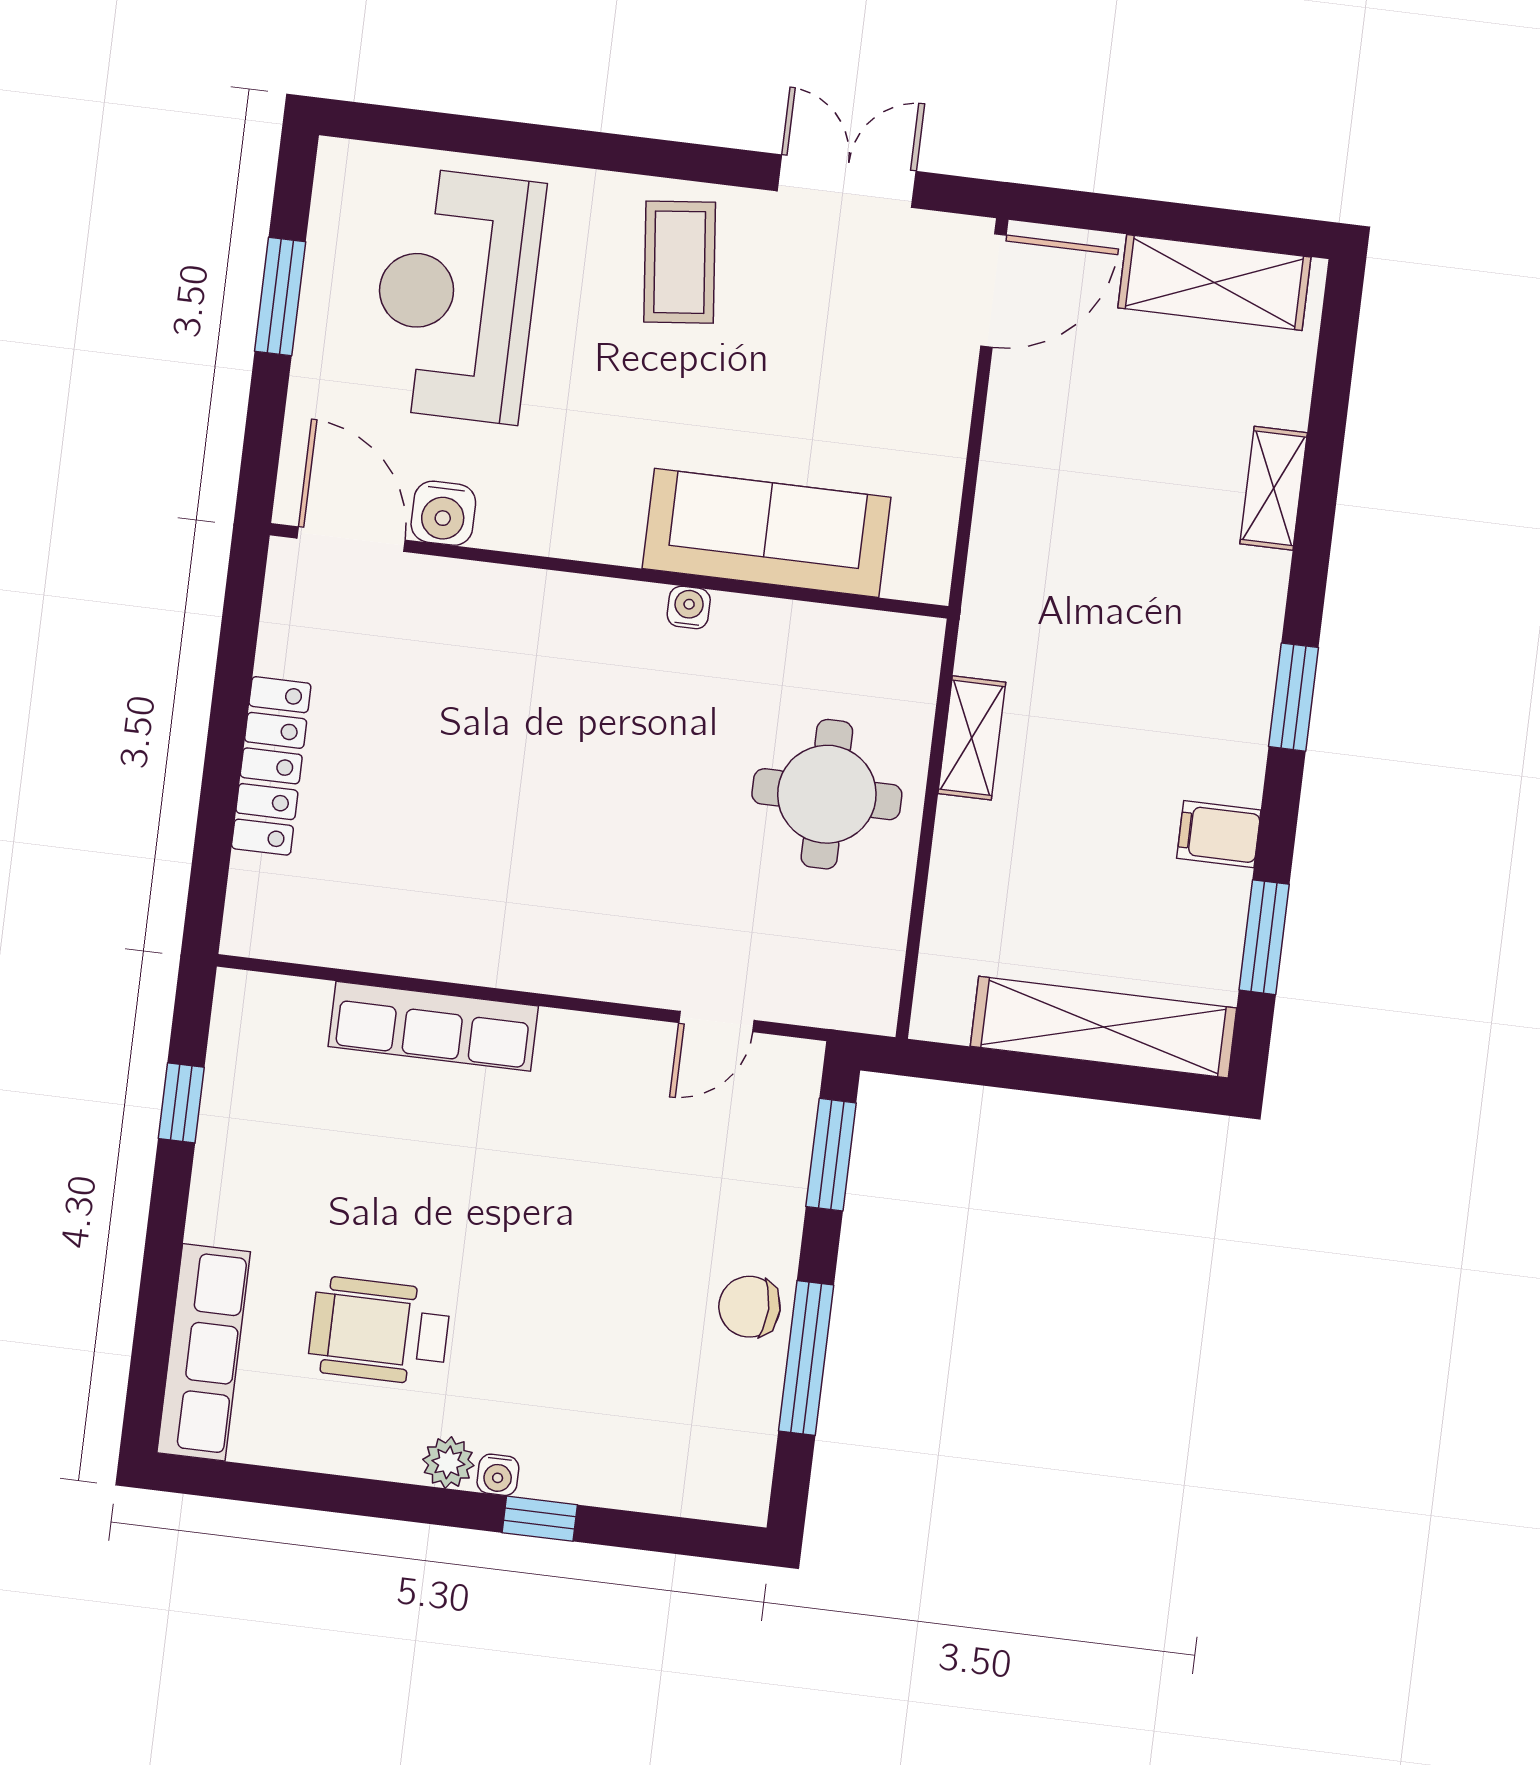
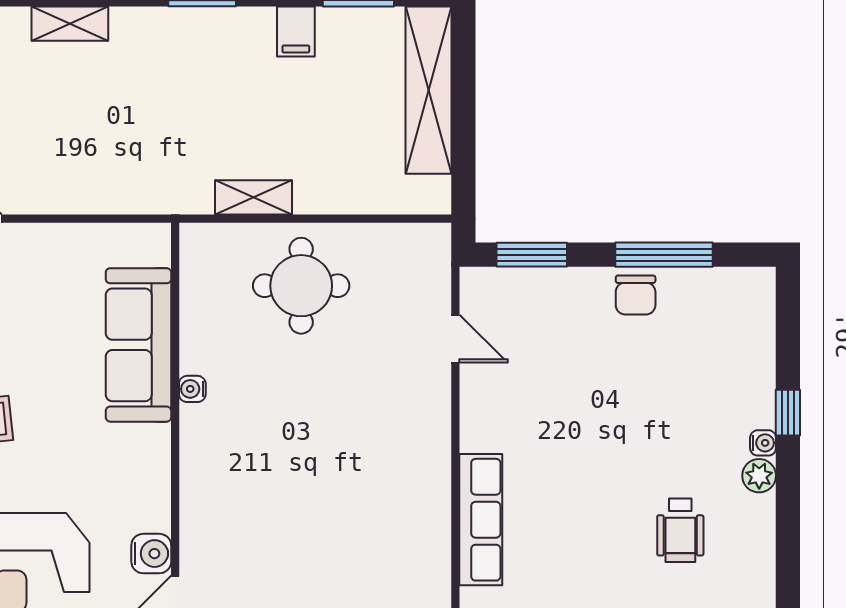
wheelchair: (379, 1331) -> (680, 530), width x0.73, depth x0.73

